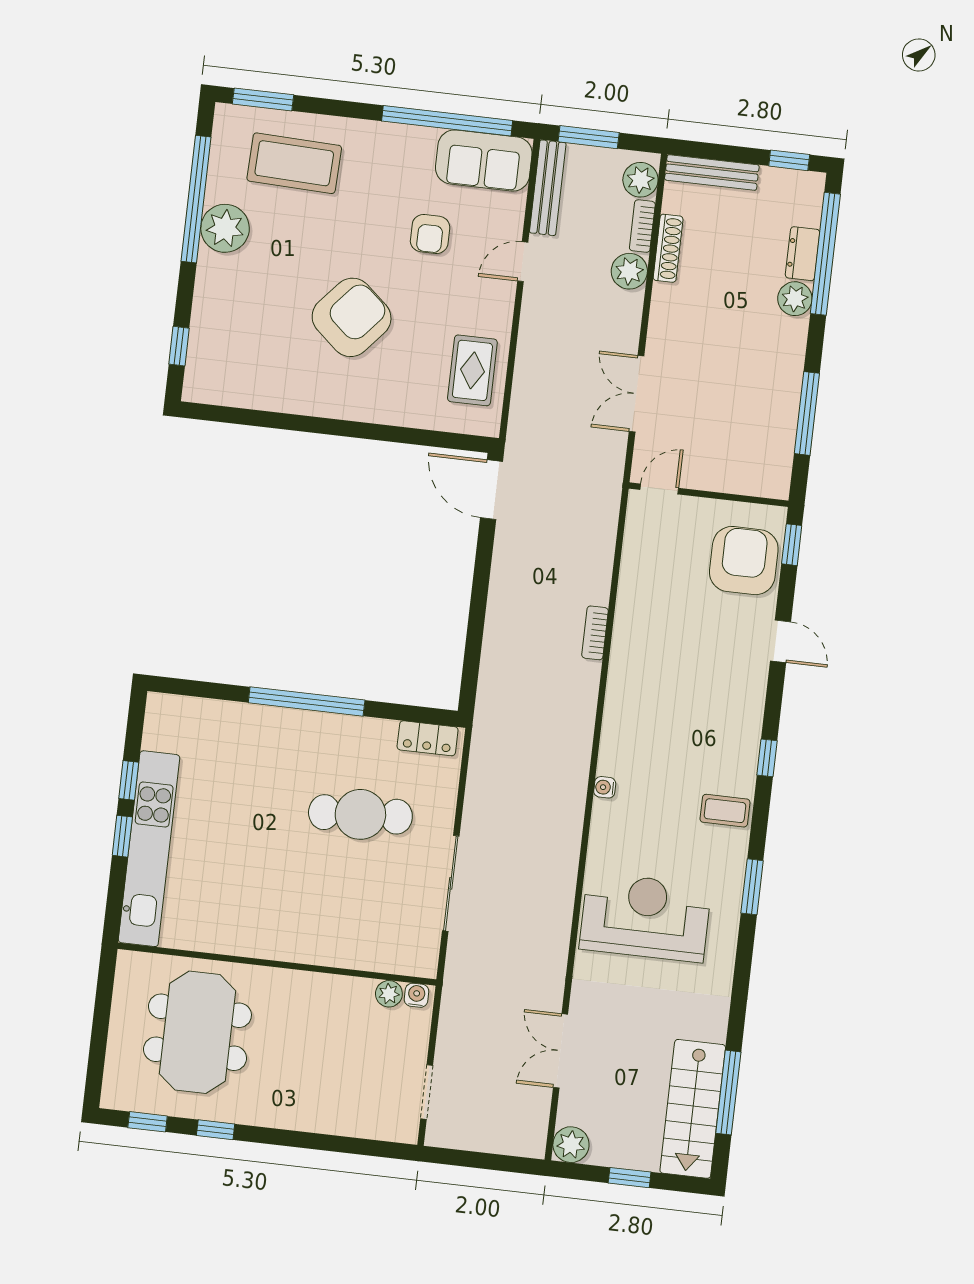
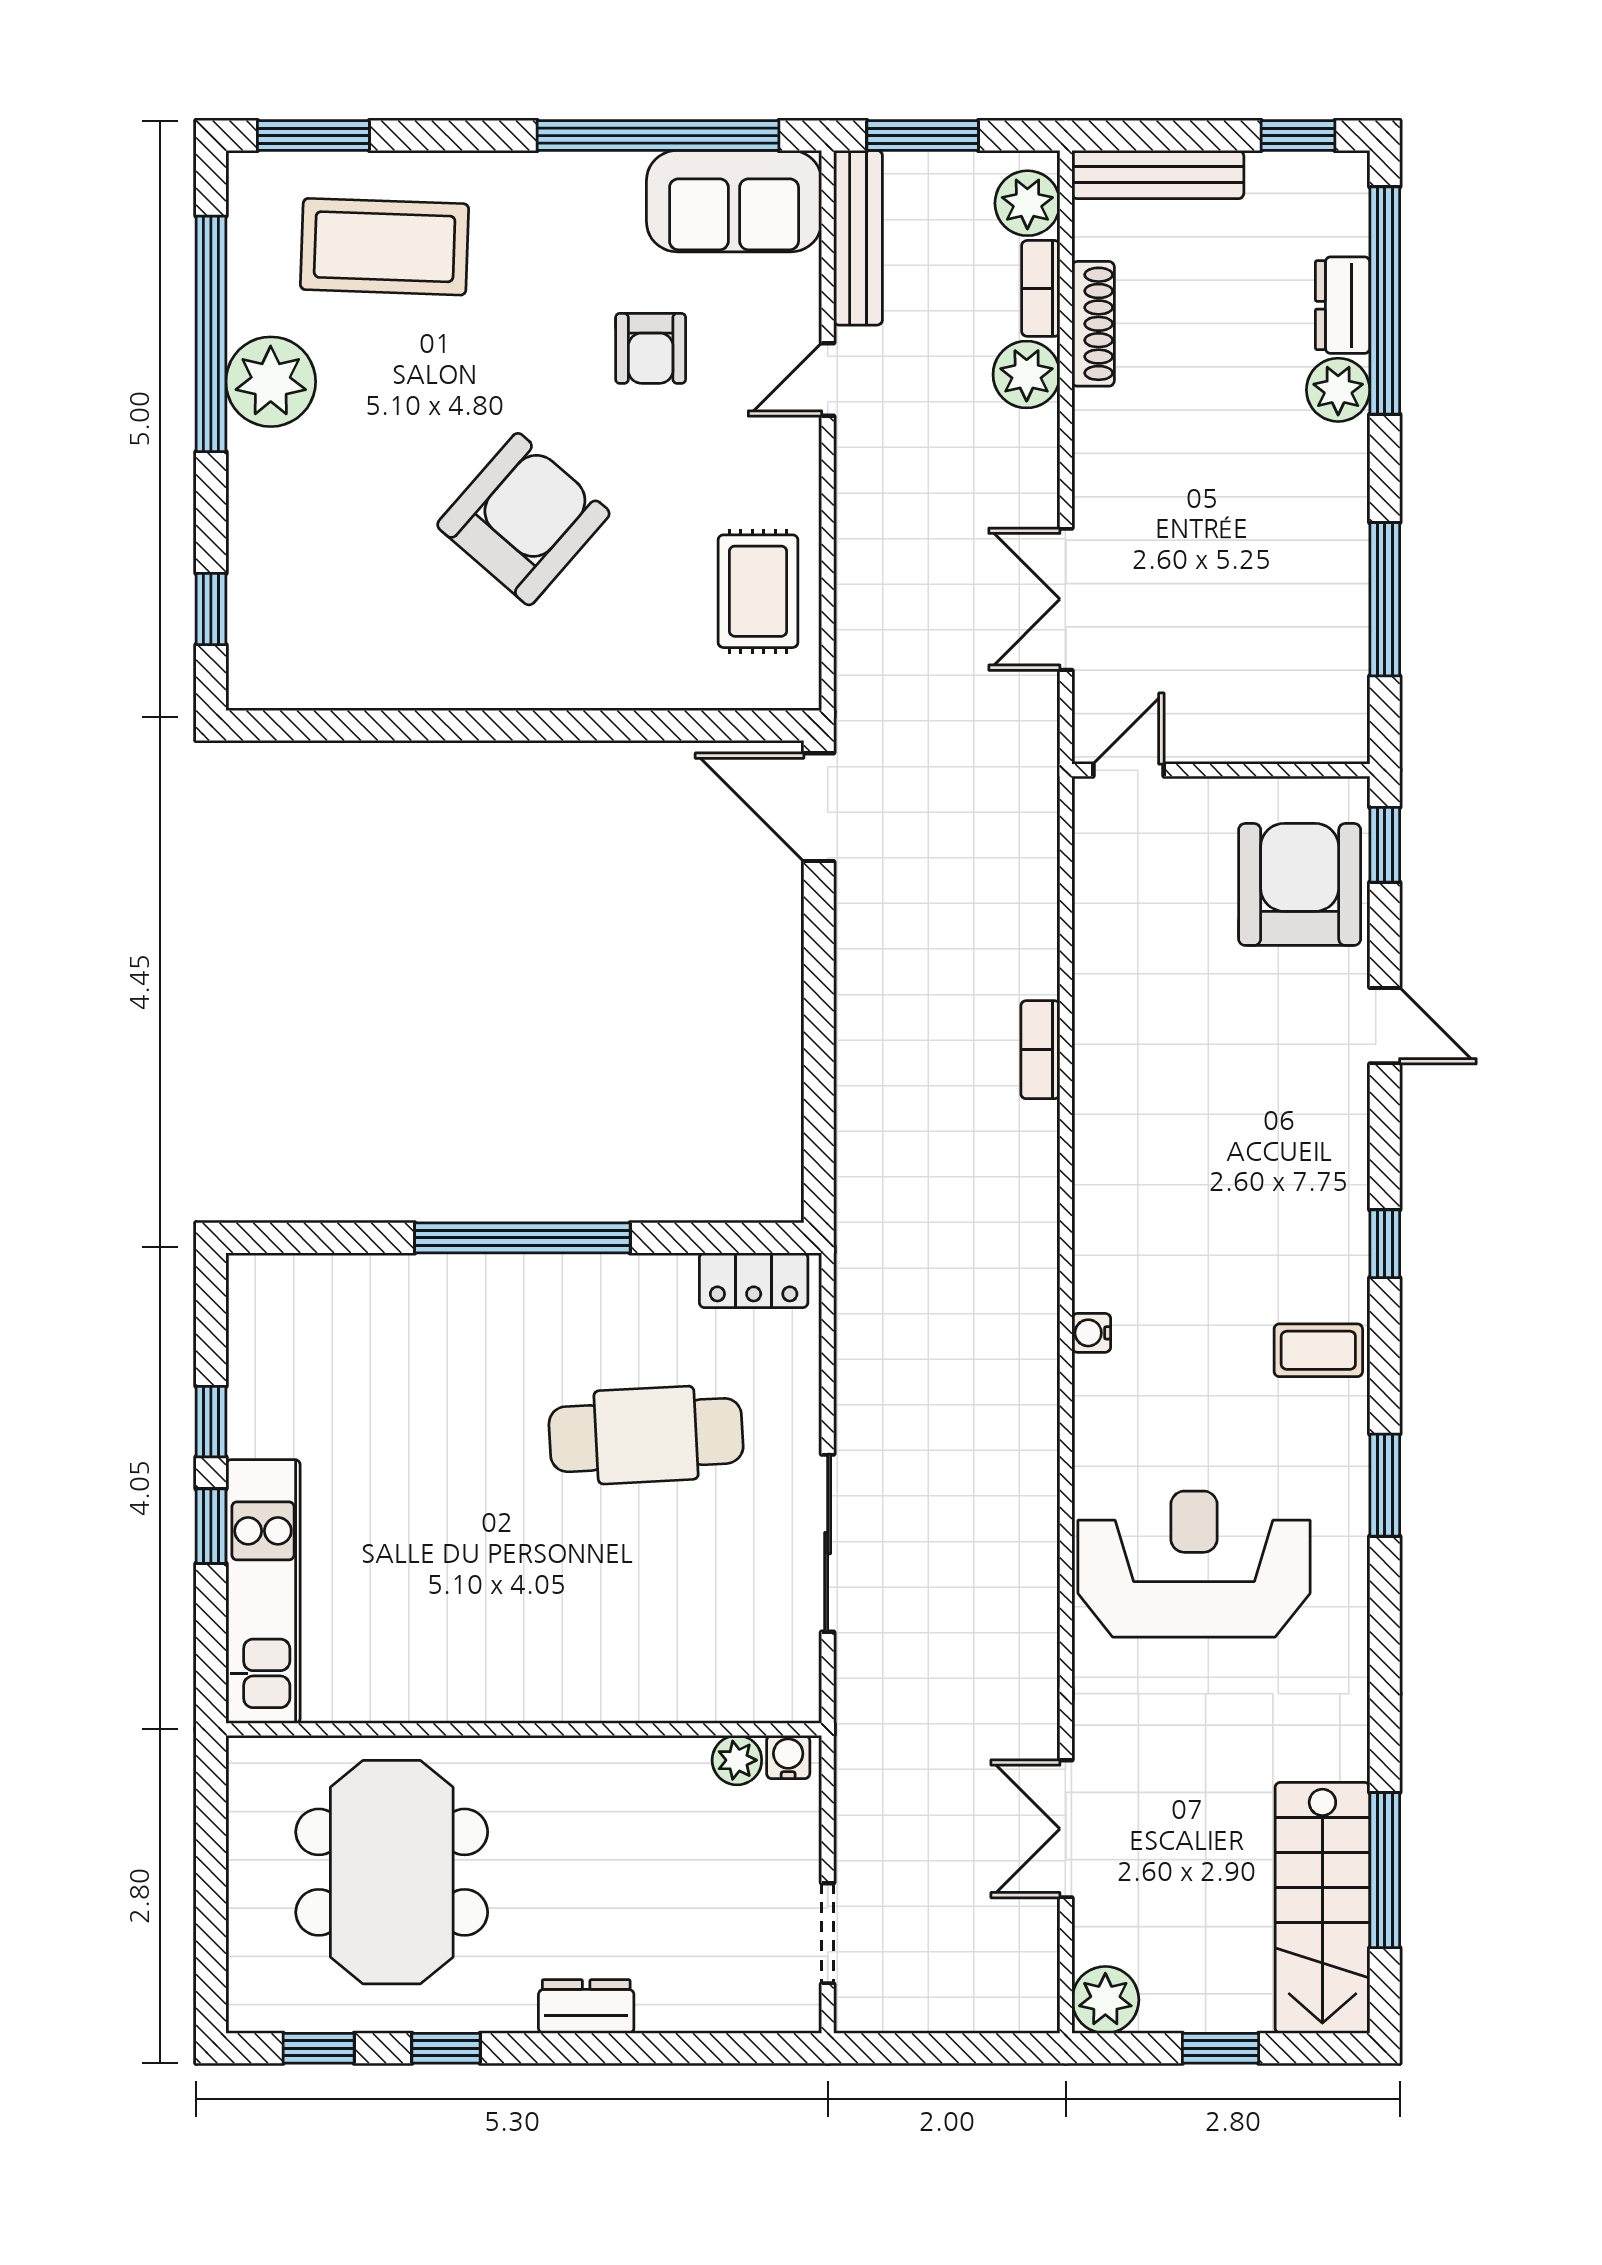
kitchen unit: (149, 849) -> (263, 1592), width x0.73
dresser: (293, 1116) -> (586, 2006), added

